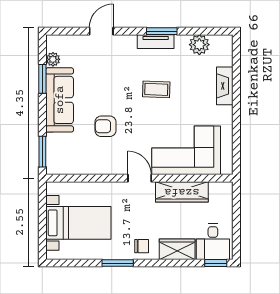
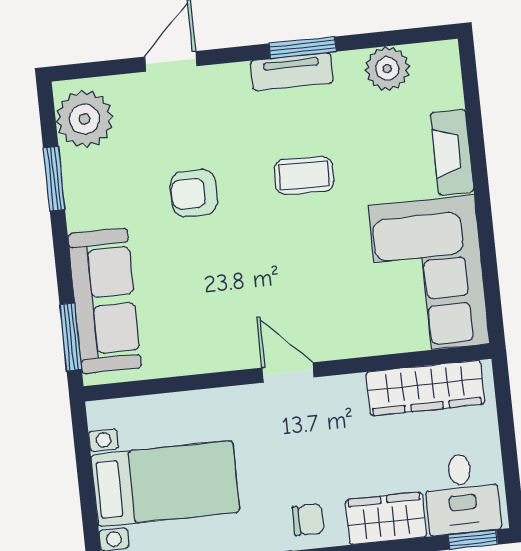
plant: (53, 59) -> (84, 119), width x1.88, depth x1.88
sofa: (60, 100) -> (105, 301), moved
armchair: (105, 126) -> (194, 193), moved
corner sofa: (186, 150) -> (429, 275), moved, turned -90
wardrobe: (182, 192) -> (425, 388), moved

